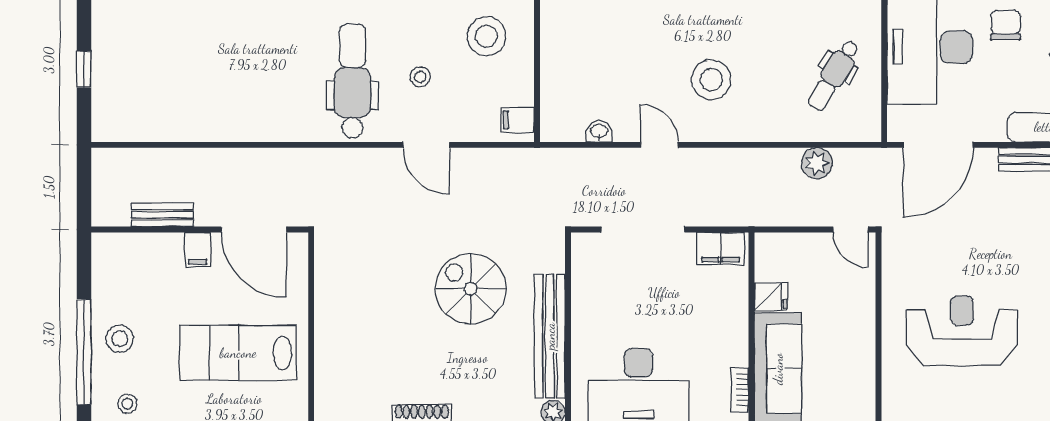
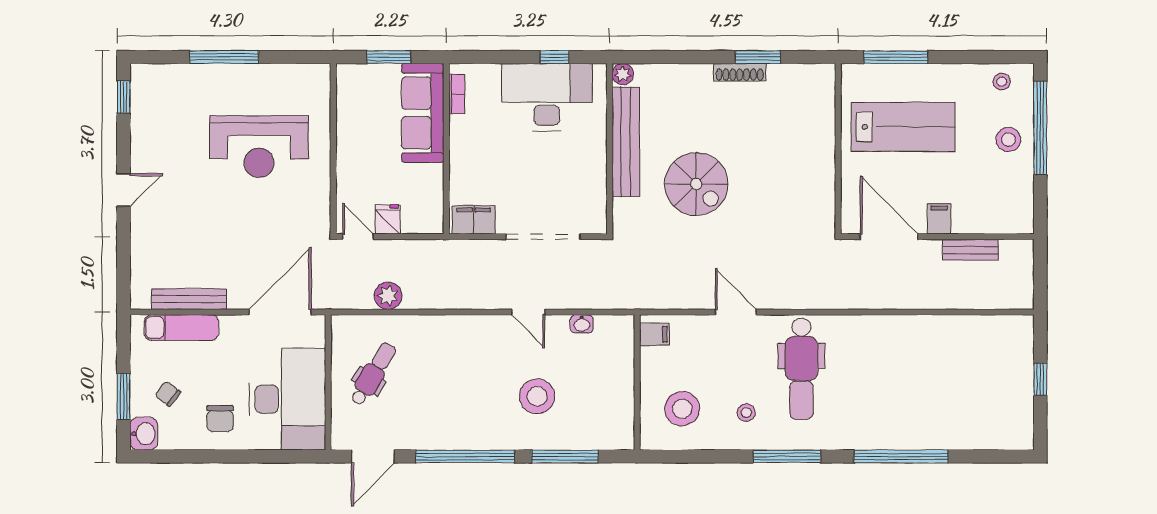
stool: (420, 77) -> (746, 413), moved
stool: (711, 80) -> (537, 396), moved
fridge: (771, 297) -> (388, 219), moved, turned 90

